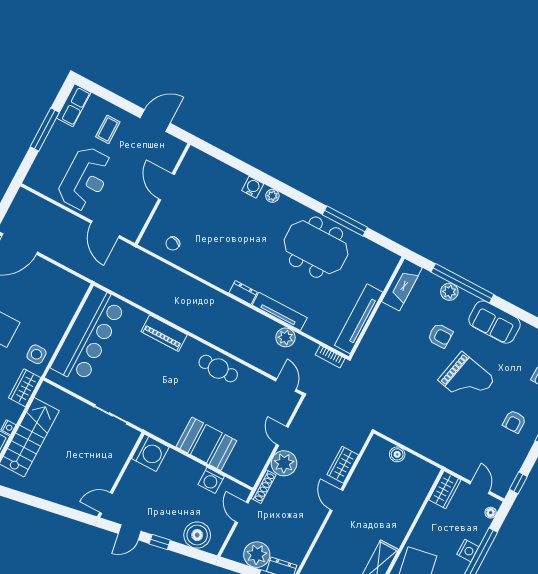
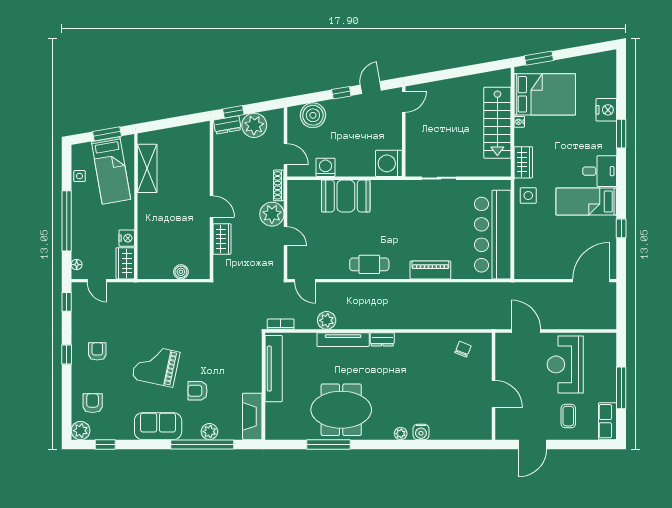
nightstand: (468, 551) -> (127, 238), moved, turned 180

